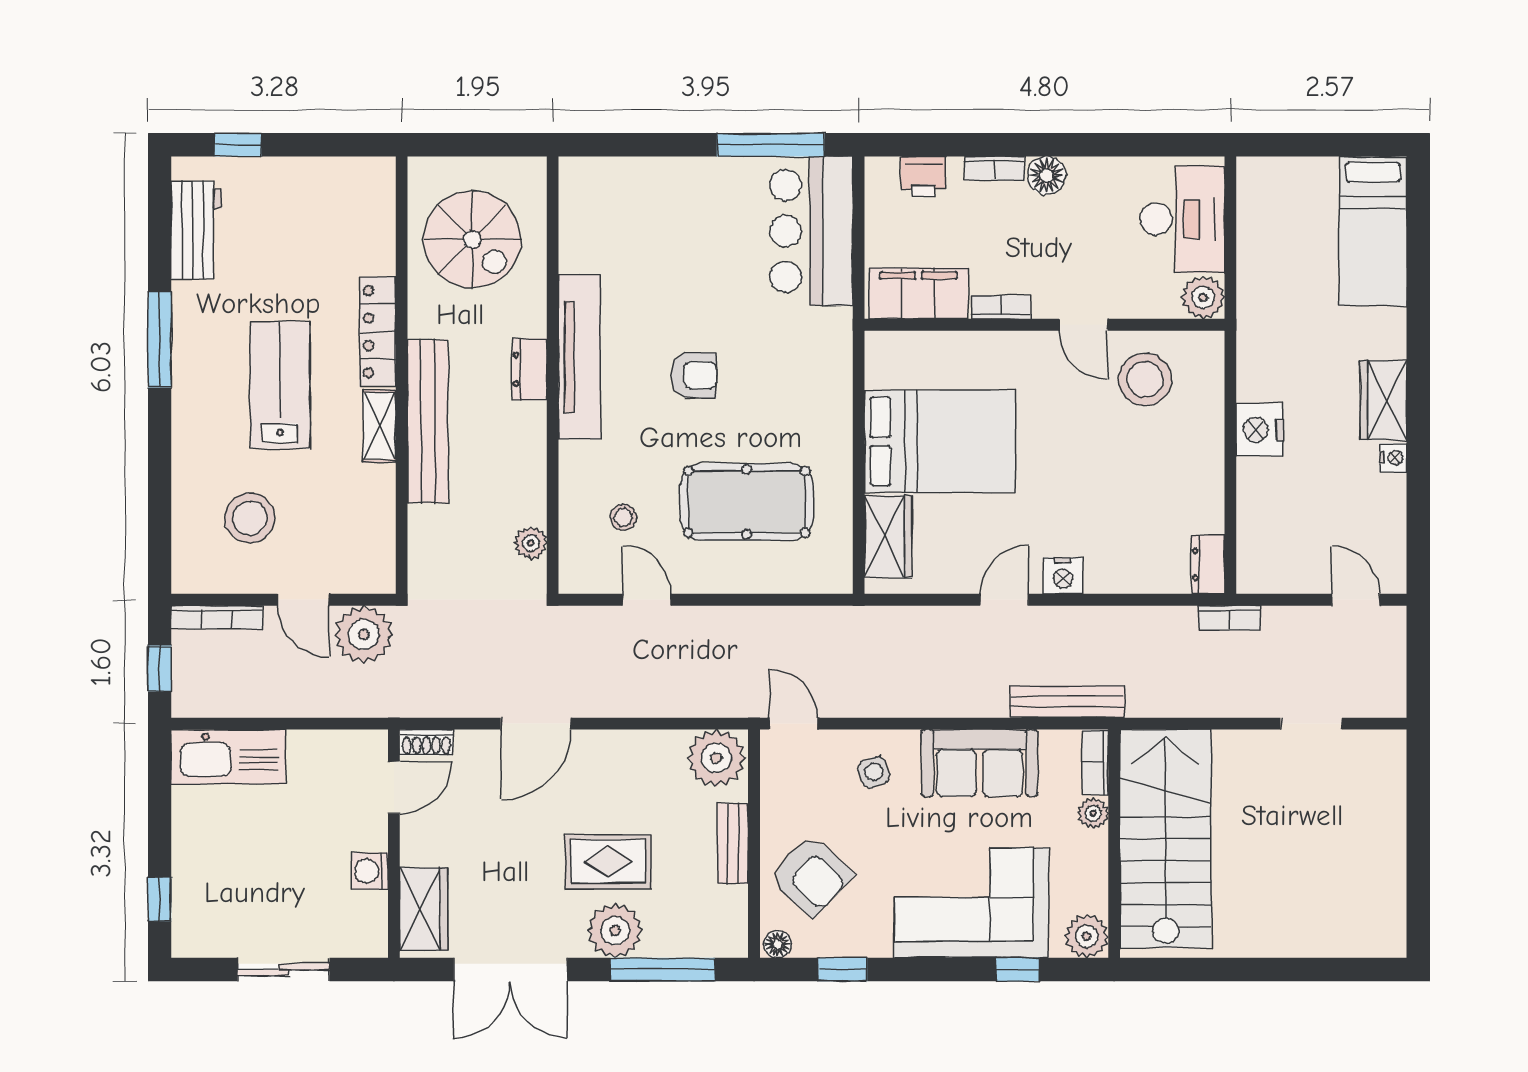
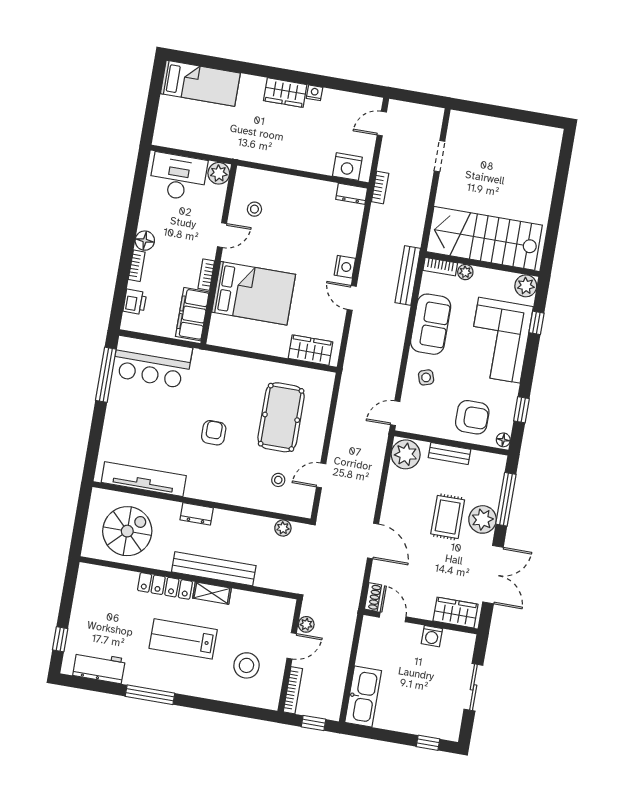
tv unit: (580, 357) -> (144, 479), moved
stool: (1145, 379) -> (254, 209), width x0.53, depth x0.53
nightstand: (1260, 430) -> (347, 167), moved
bed: (940, 441) -> (254, 293), moved, turned 90
plant: (364, 635) -> (306, 624), width x0.53, depth x0.53
armchair: (811, 876) -> (472, 417), turned 47

